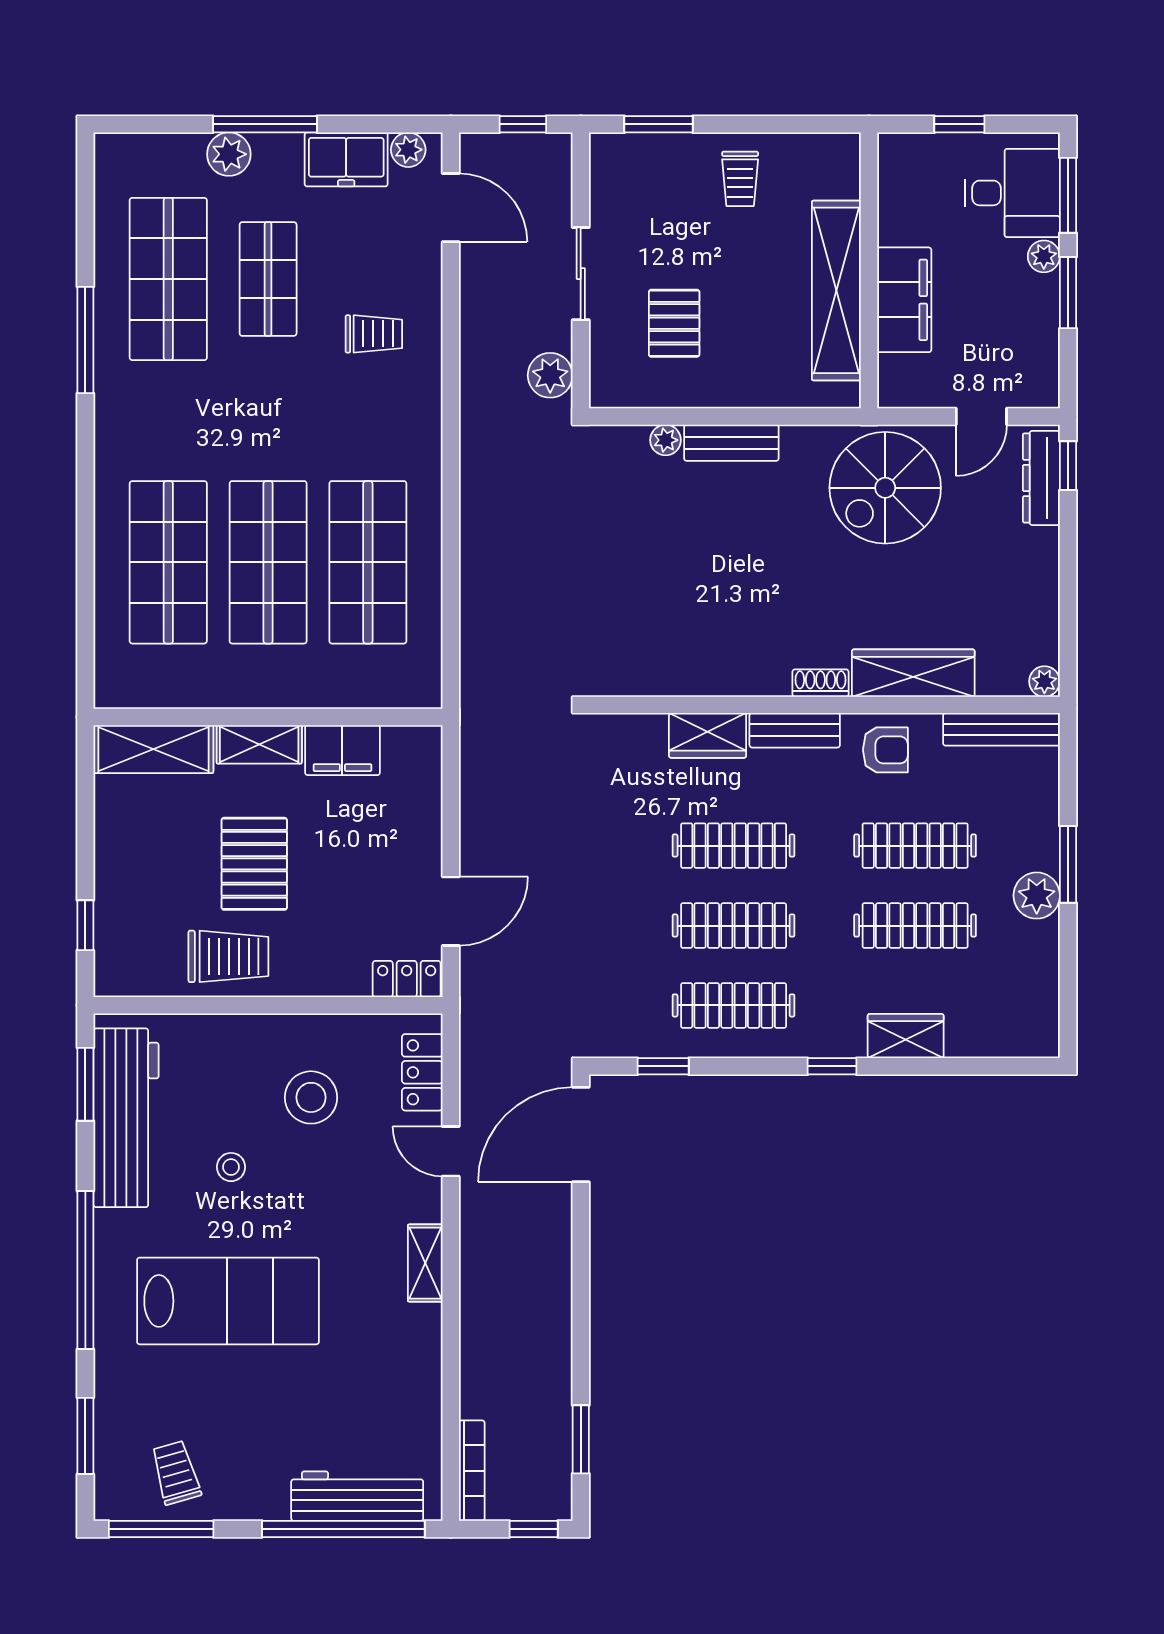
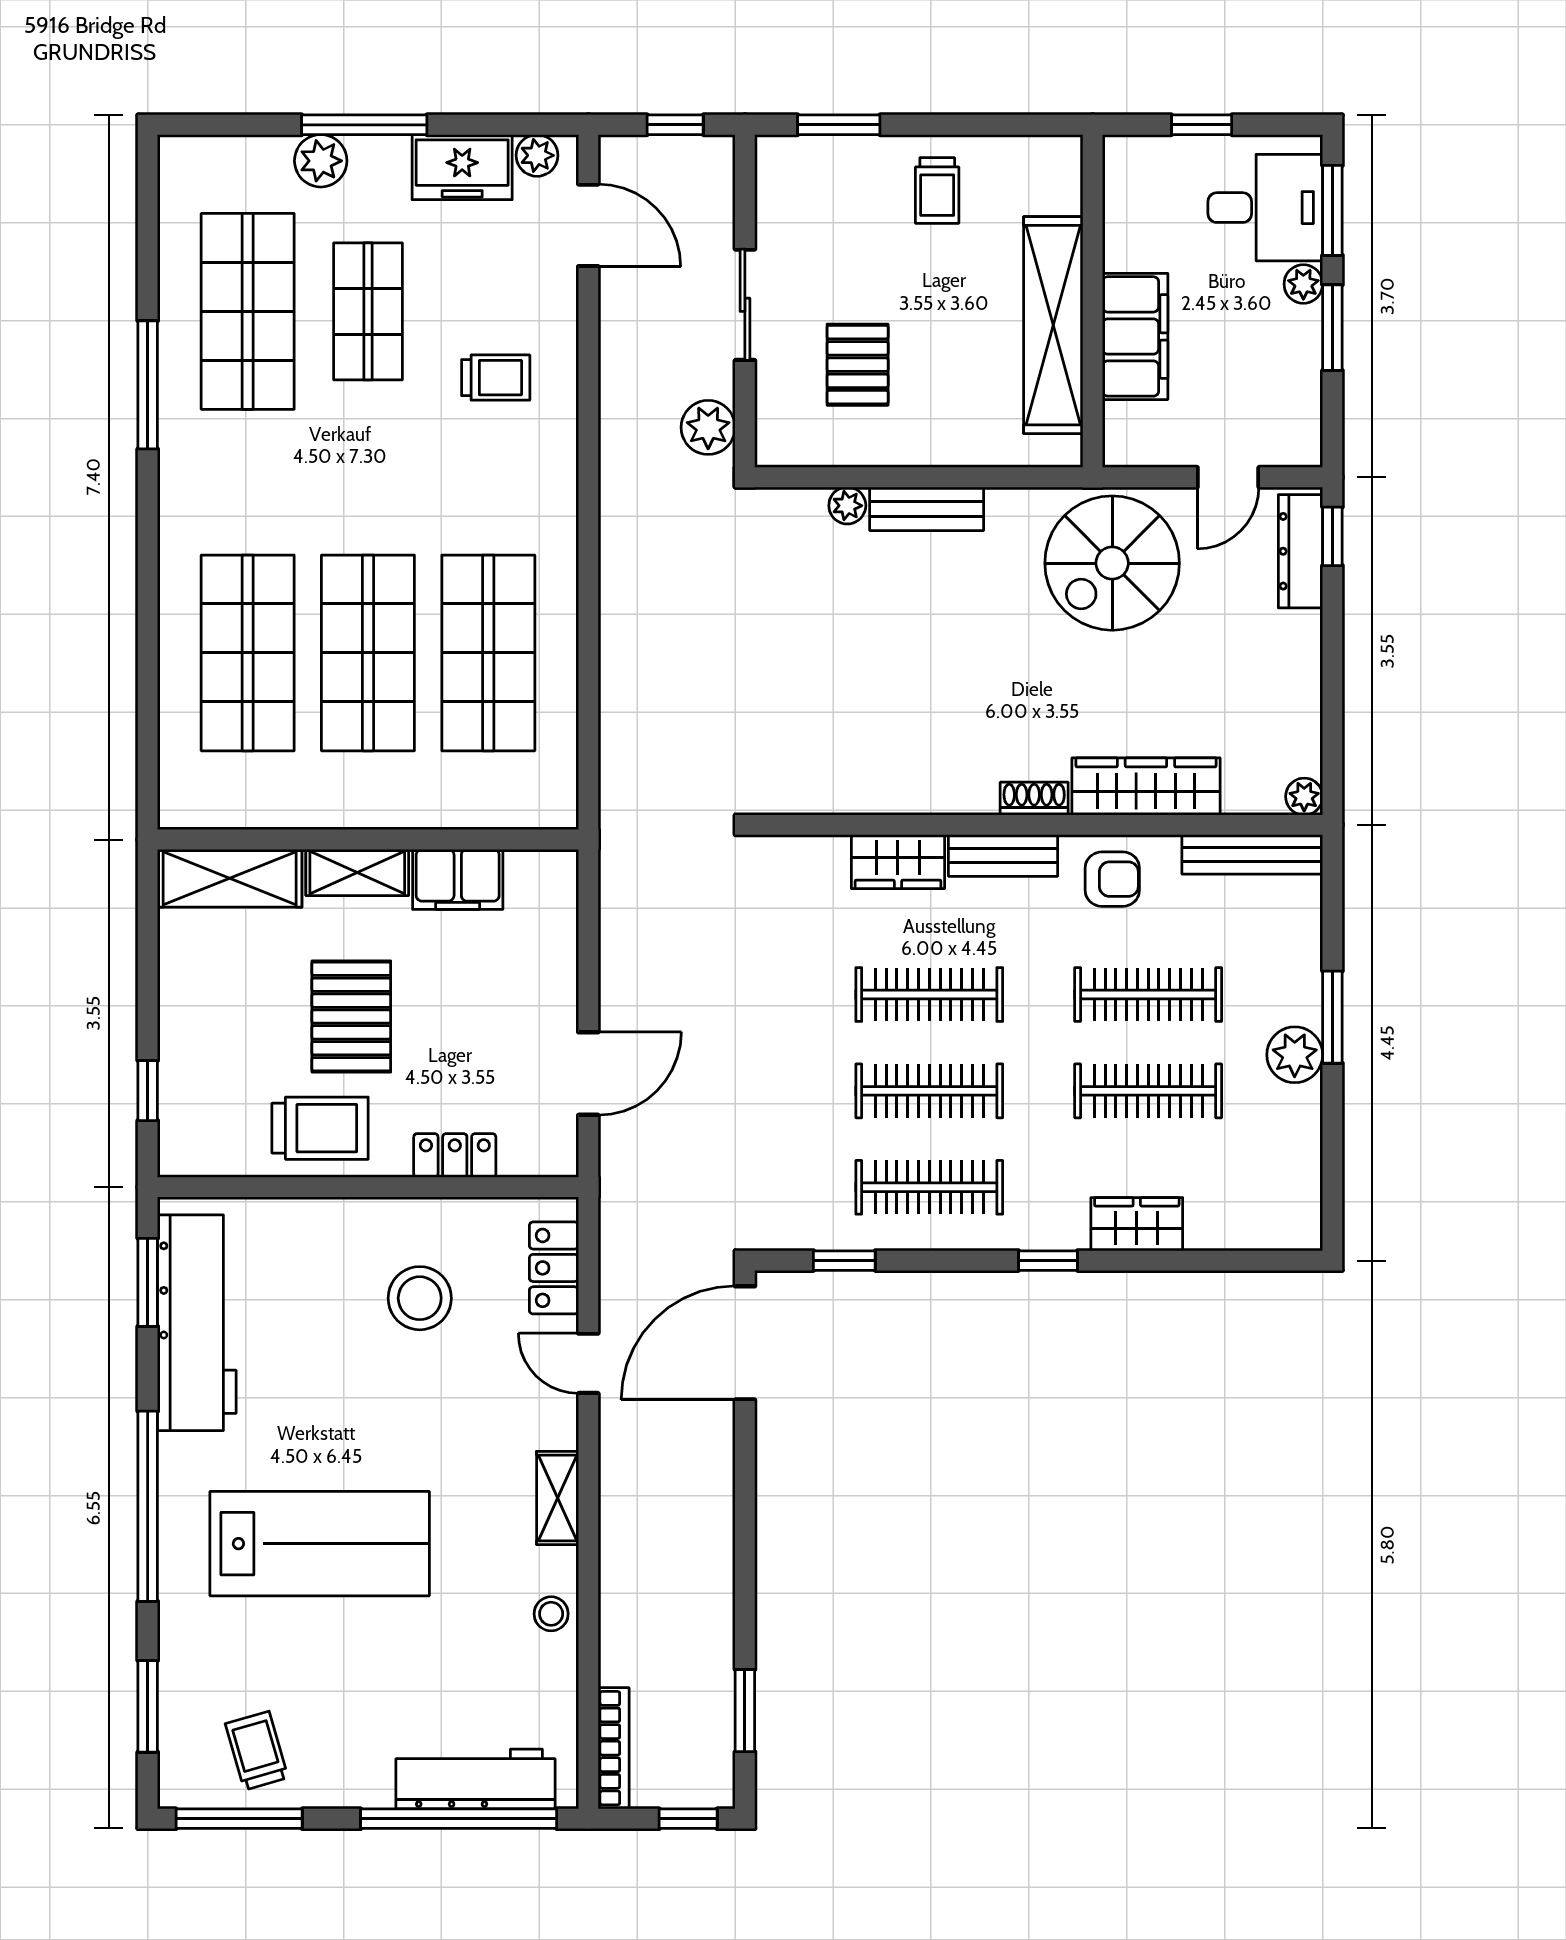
locker: (407, 979) -> (455, 1155), moved
stool: (231, 1167) -> (551, 1614), moved

